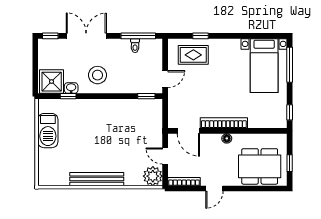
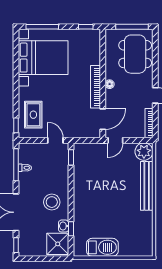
window: (201, 36) -> (16, 125), moved
bed with nightstands: (264, 66) -> (43, 58), width x1.36
door: (165, 156) -> (115, 140), moved
window: (290, 163) -> (132, 27), width x2.17
bench: (97, 179) -> (147, 186), moved

